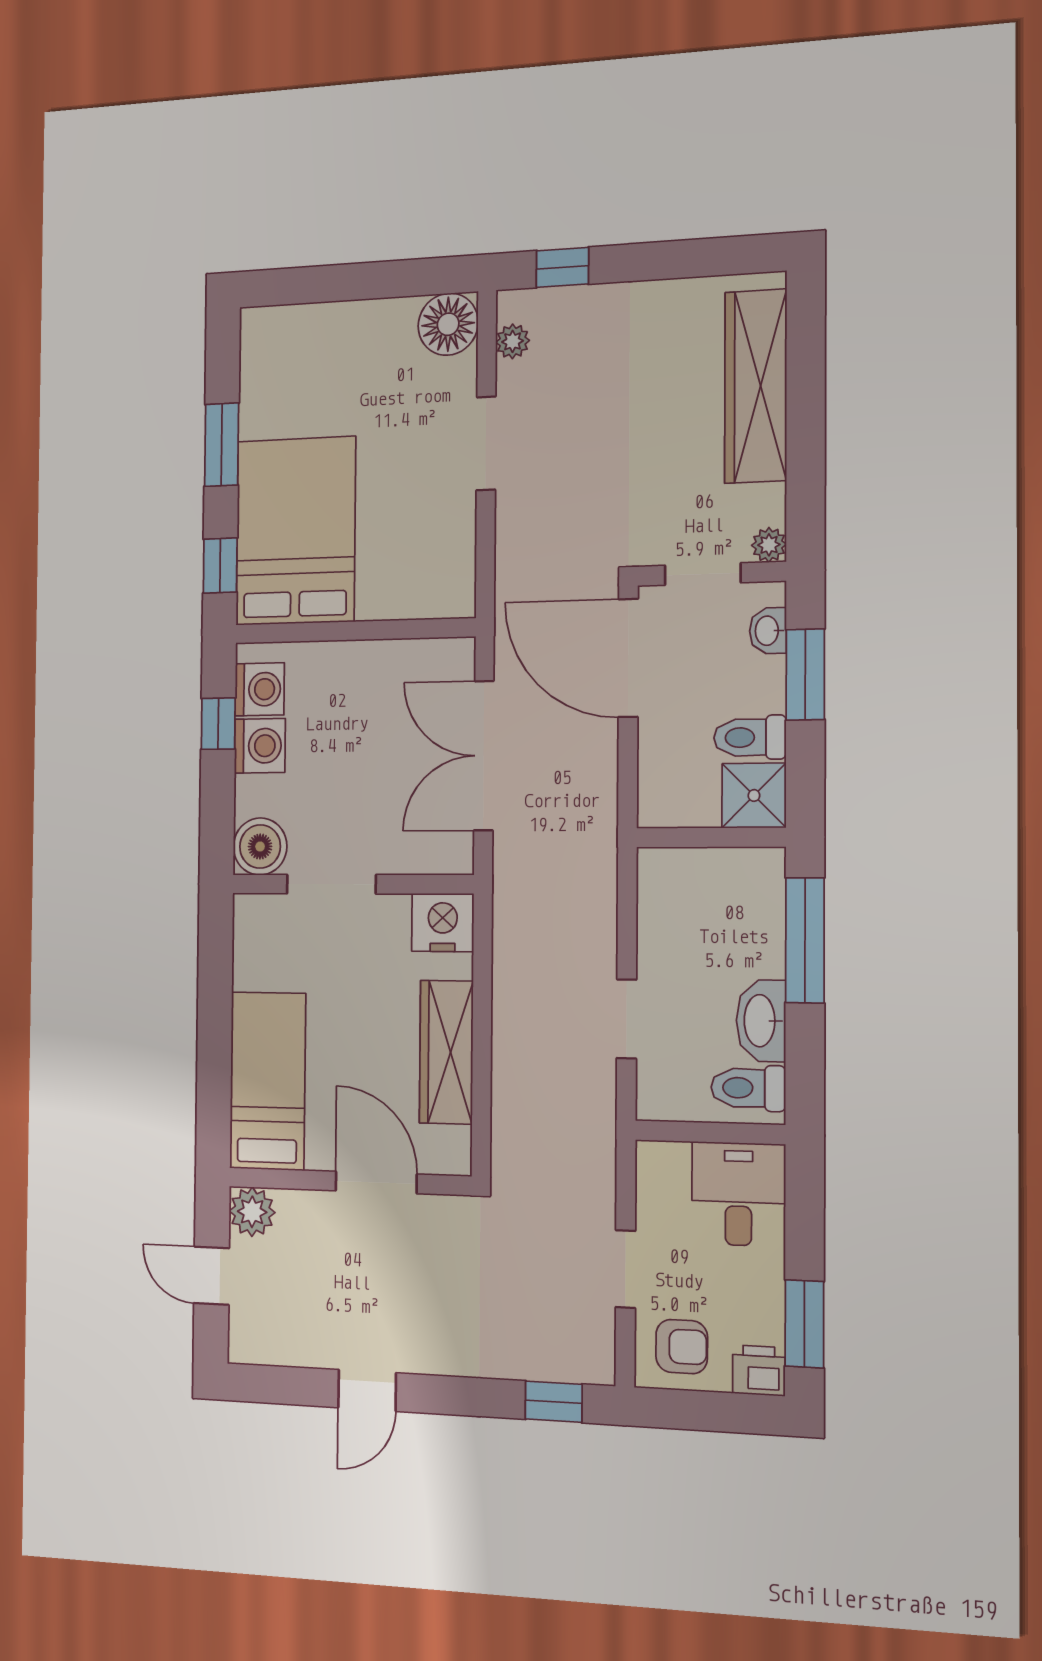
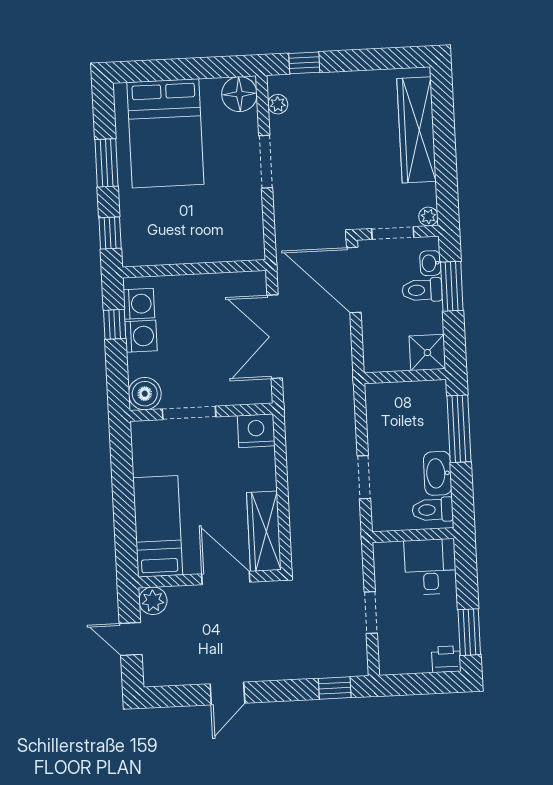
bed: (296, 531) -> (165, 133), moved, turned 180
toilet: (750, 737) -> (422, 290), moved
wardrobe: (446, 1052) -> (264, 531), moved
armchair: (682, 1347) -> (404, 651), removed

